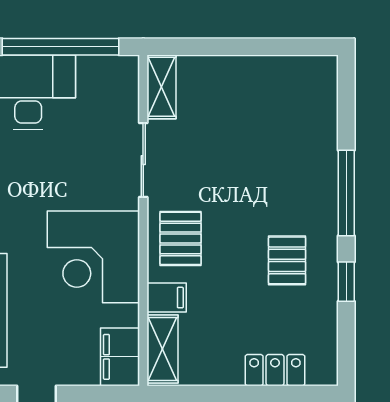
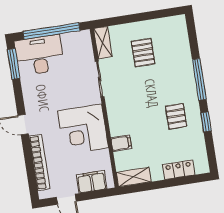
pallet: (181, 238) -> (143, 53), moved
shelving: (163, 349) -> (134, 177), moved, turned 90
filing cabinet: (120, 357) -> (92, 182), moved, turned 90

